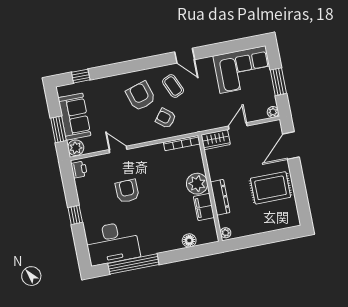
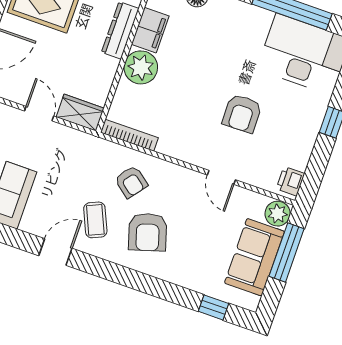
door: (185, 56) -> (55, 252), hinge flipped
door: (238, 126) -> (39, 114), swing flipped
window: (58, 129) -> (287, 253), width x1.44

